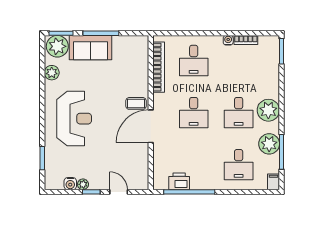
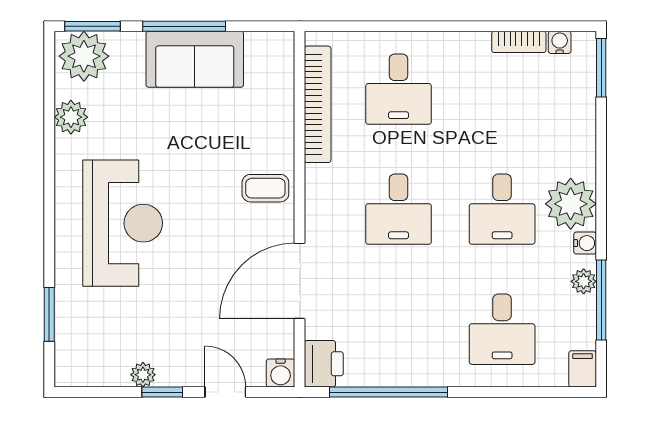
water cooler: (228, 40) -> (560, 42), moved
sofa: (90, 48) -> (195, 59), moved
door: (151, 126) -> (299, 281), moved
water cooler: (275, 127) -> (585, 243), added
plant: (269, 144) -> (584, 281), width x0.53, depth x0.53
printer: (179, 181) -> (324, 364), moved, turned 90
water cooler: (70, 184) -> (281, 373), moved

